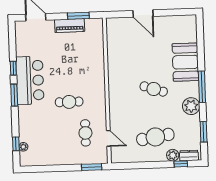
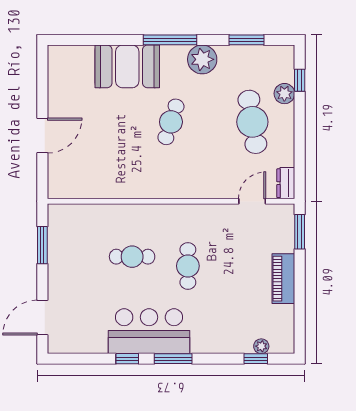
piano: (70, 26) -> (283, 279), moved, turned 180
cafe table: (85, 133) -> (132, 257), moved
dresser: (189, 155) -> (286, 183), moved

